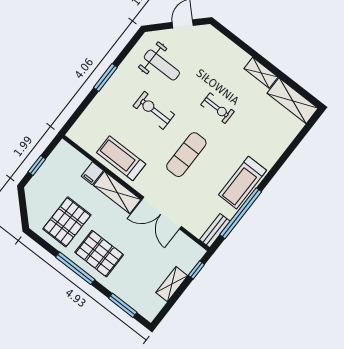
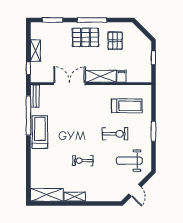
exercise mat: (186, 155) -> (80, 124), removed
treadmill: (121, 158) -> (127, 106), moved
pallet: (67, 222) -> (115, 41), width x0.67, depth x0.71

